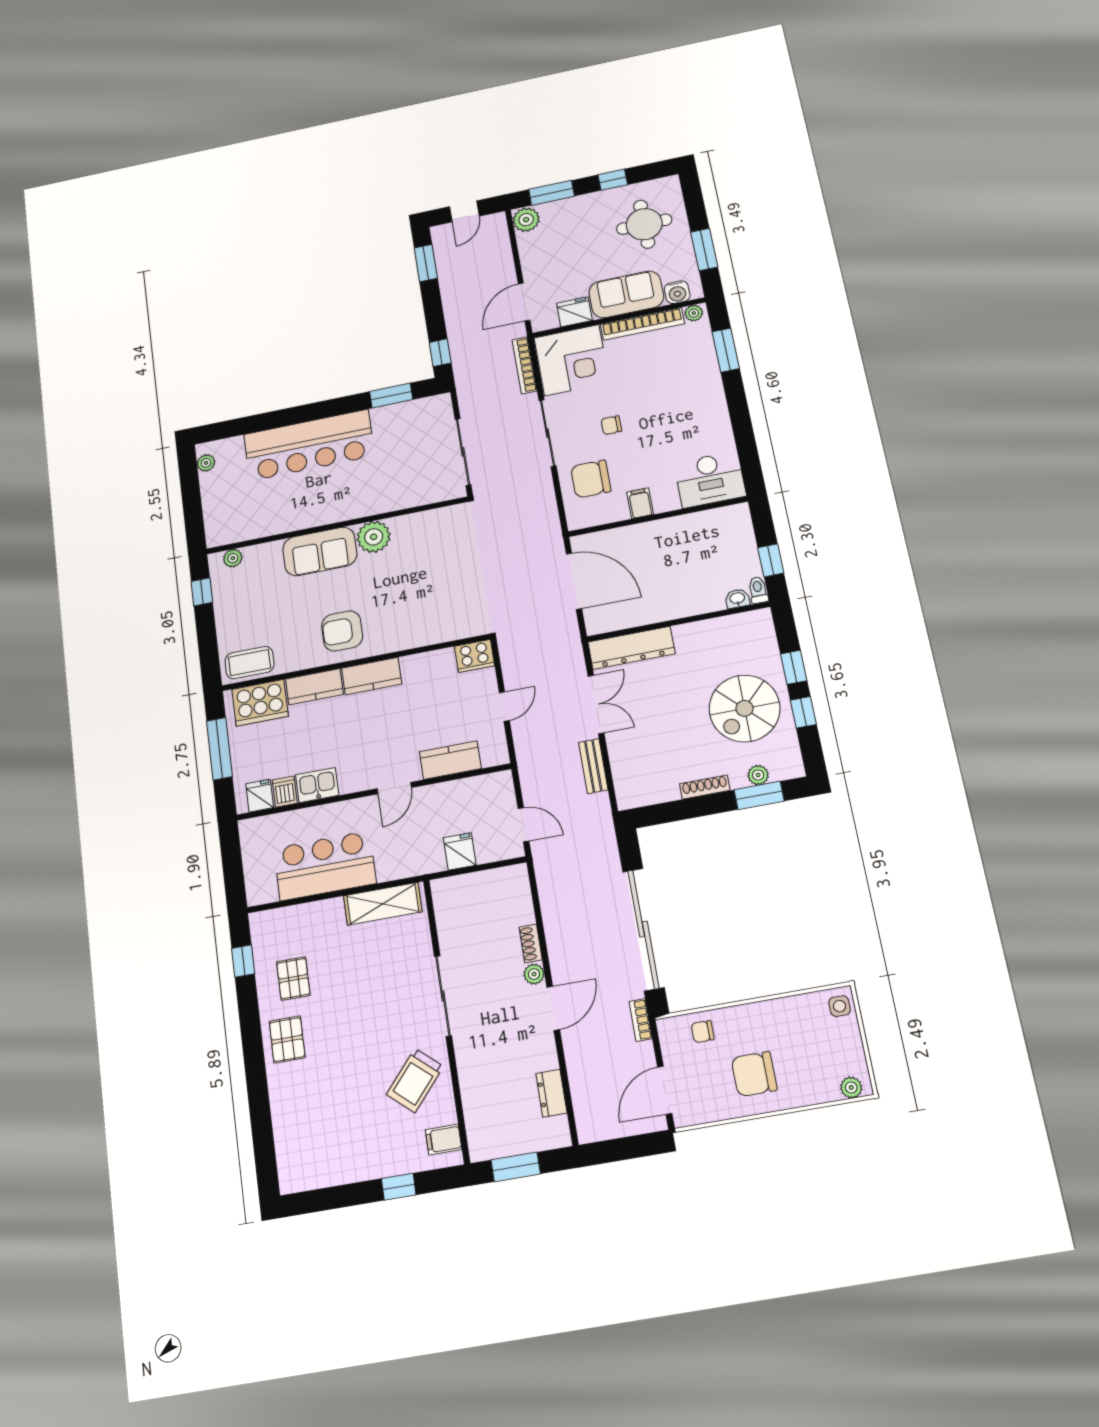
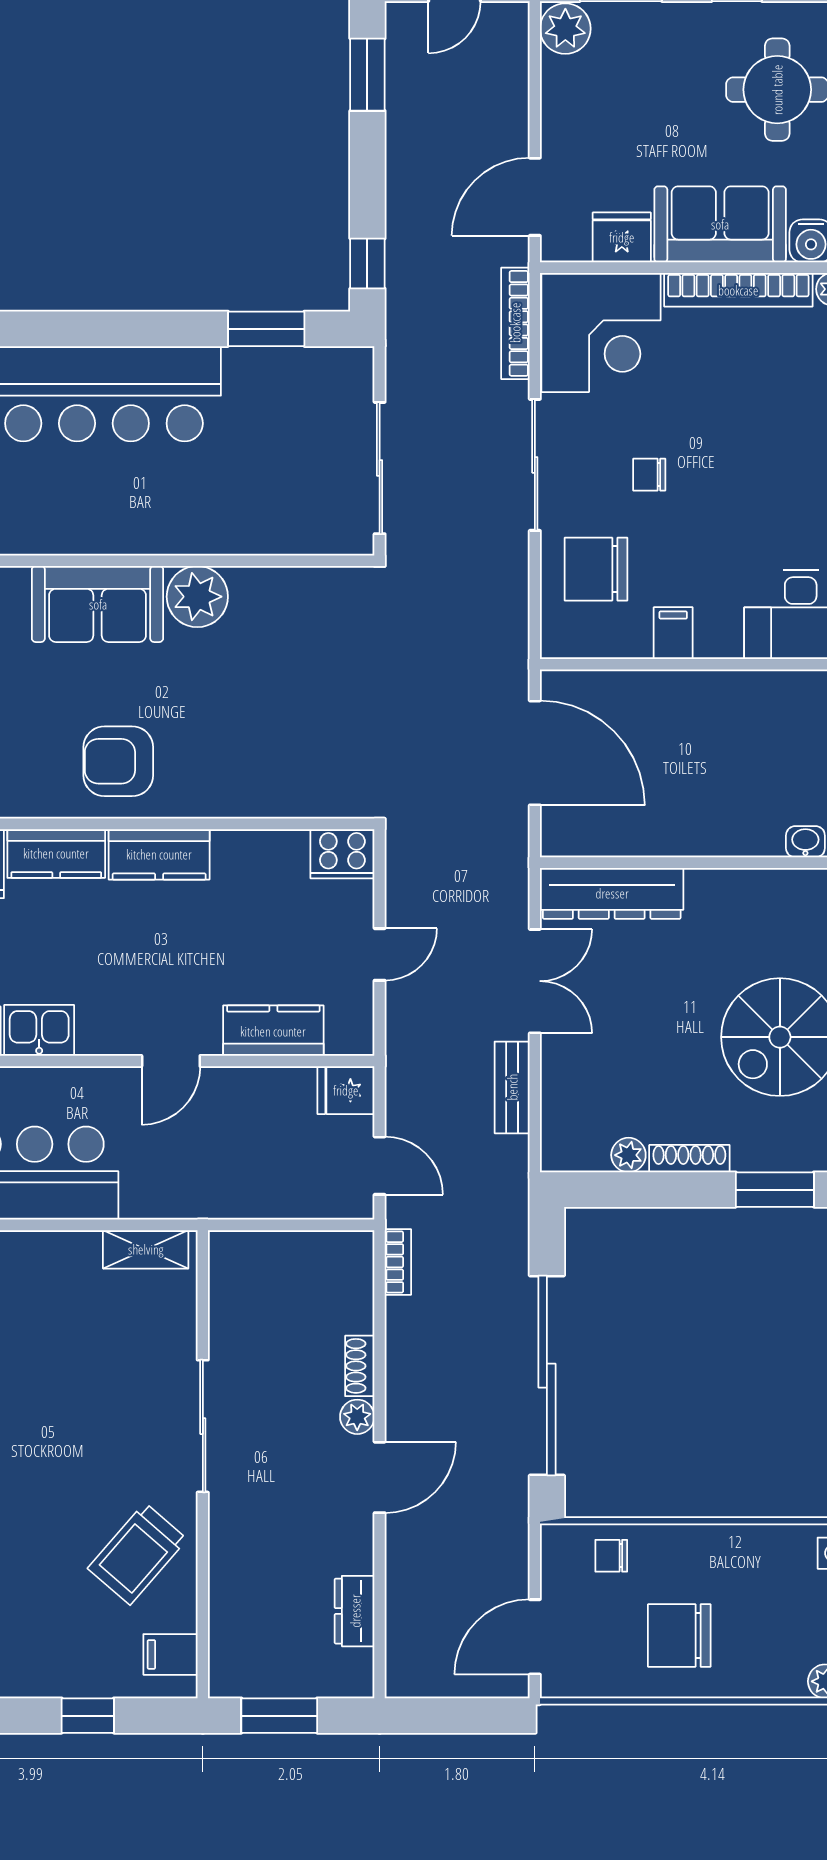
plant: (758, 775) -> (628, 1155), moved
fridge: (460, 851) -> (346, 1090), moved, turned -90
shelving: (383, 904) -> (146, 1249), width x0.67, depth x0.75
bookcase: (641, 1020) -> (398, 1262), moved, turned 180

